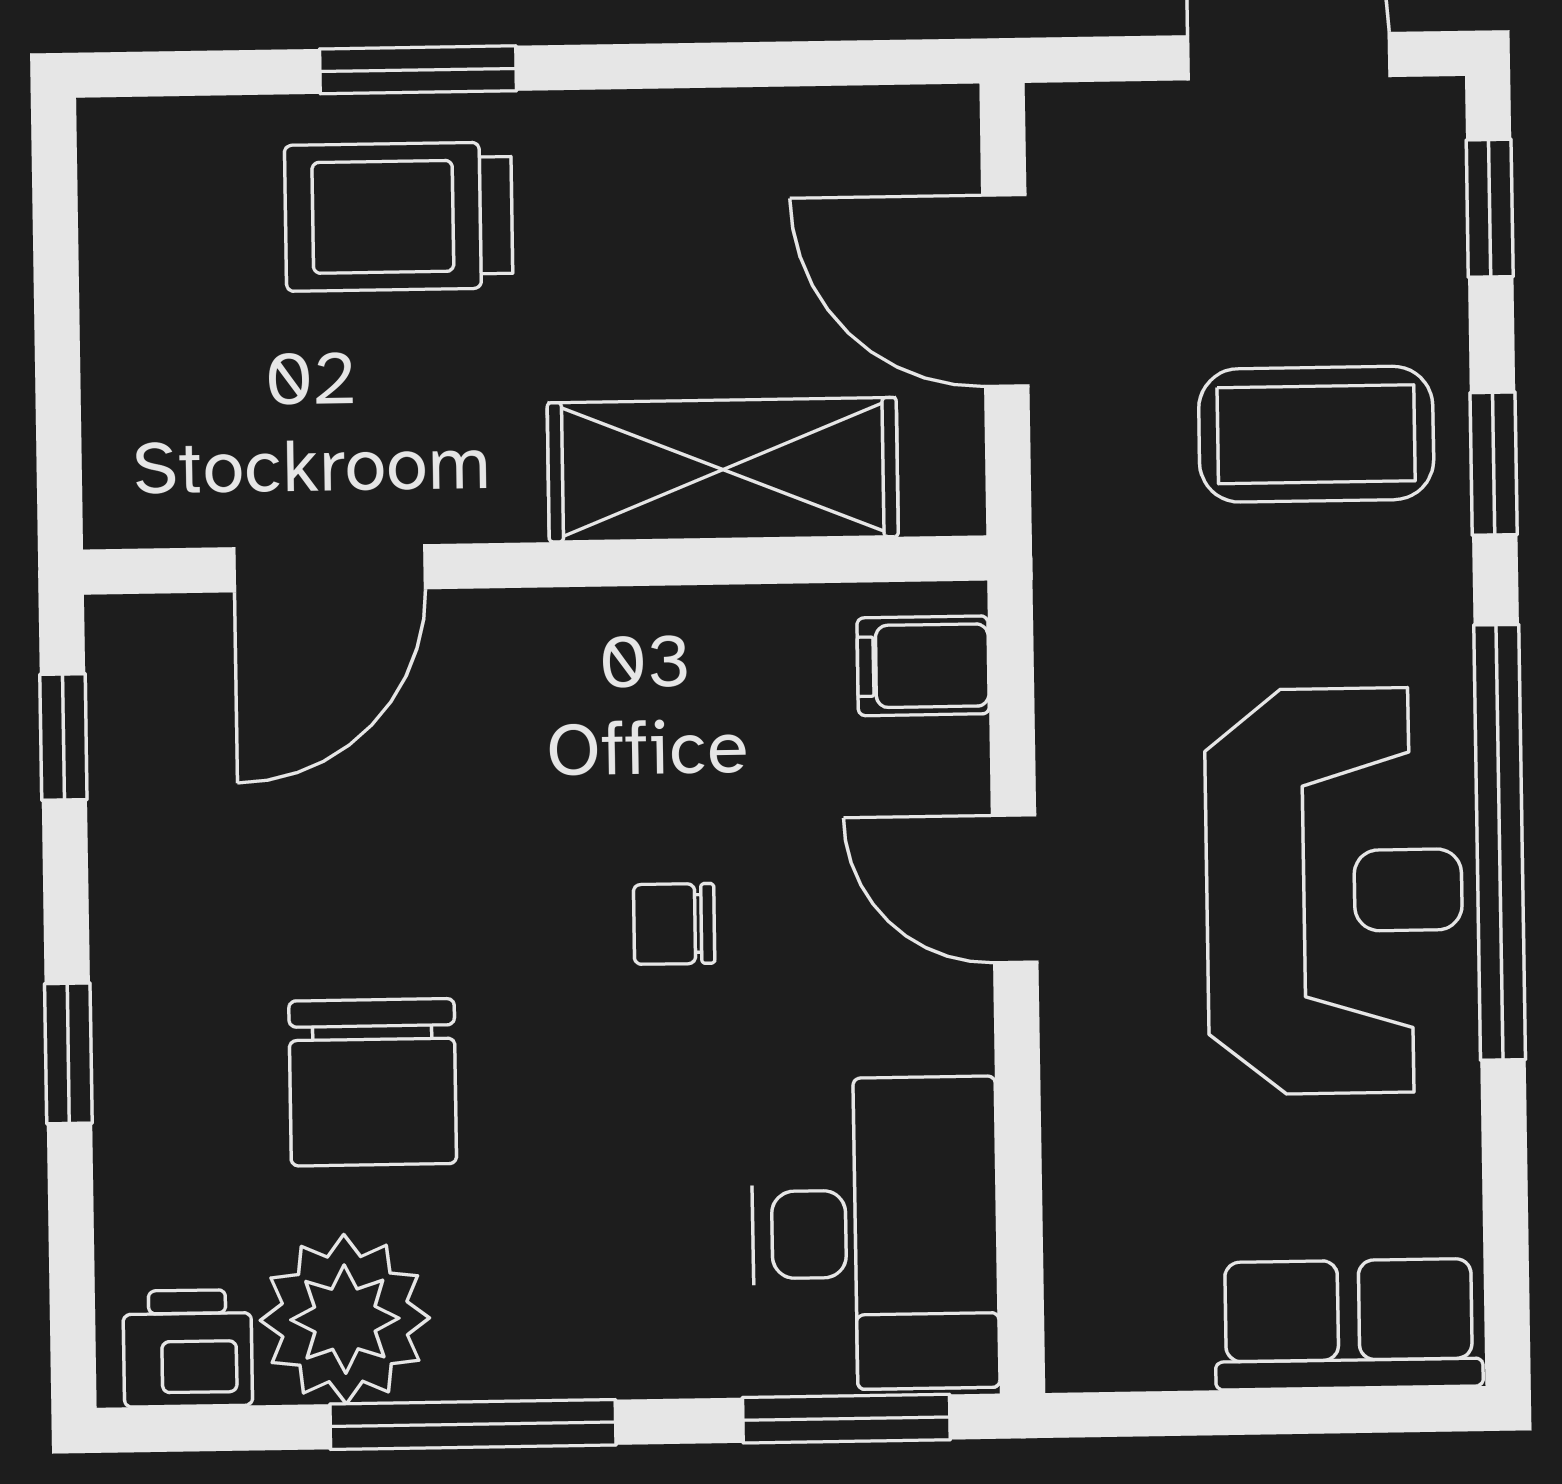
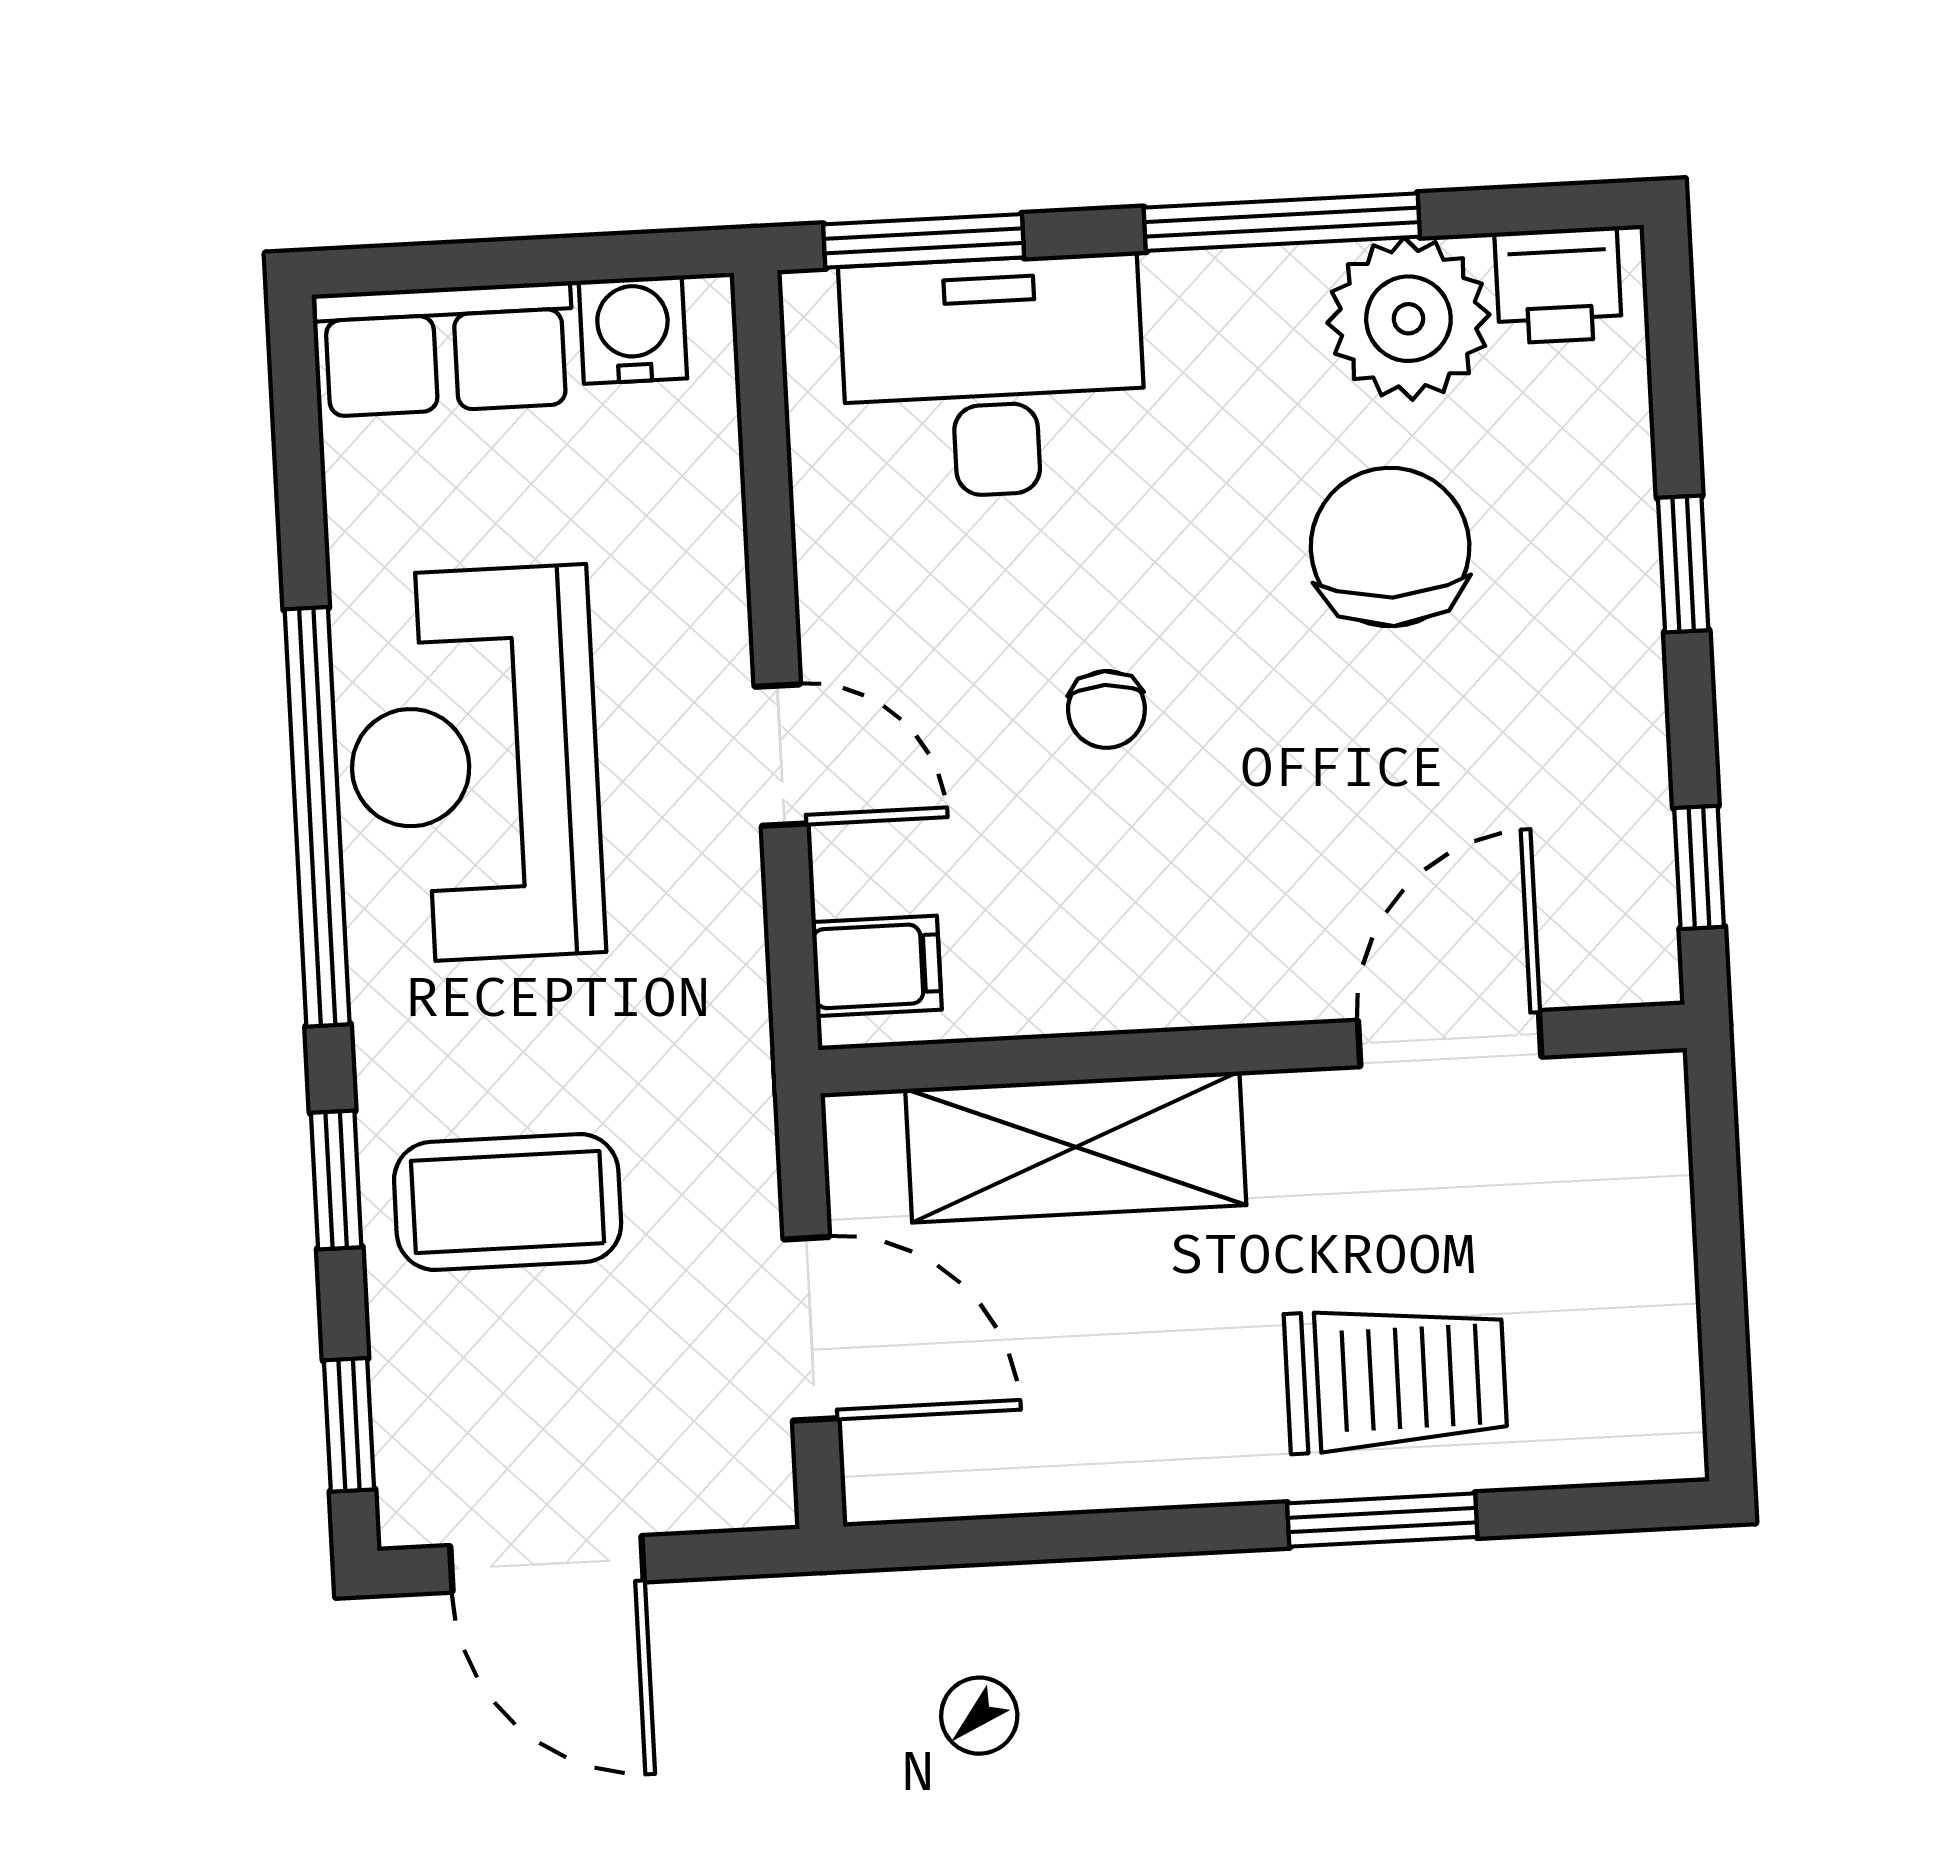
chair: (674, 924) -> (1106, 709), turned 90
desk: (875, 1233) -> (993, 377), moved, turned 90
water cooler: (1152, 1337) -> (633, 330), added

